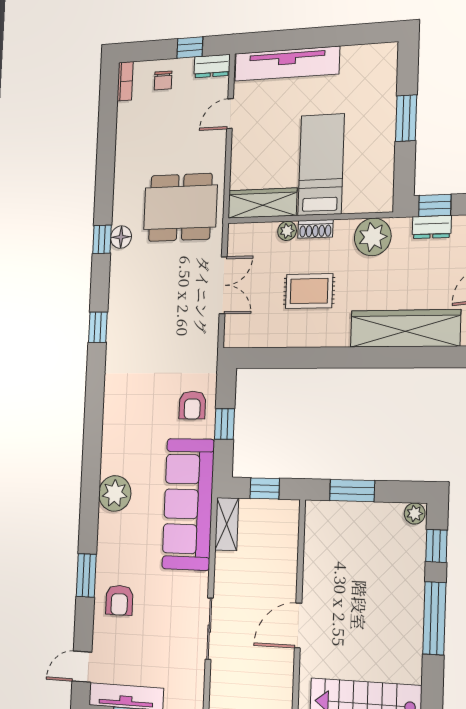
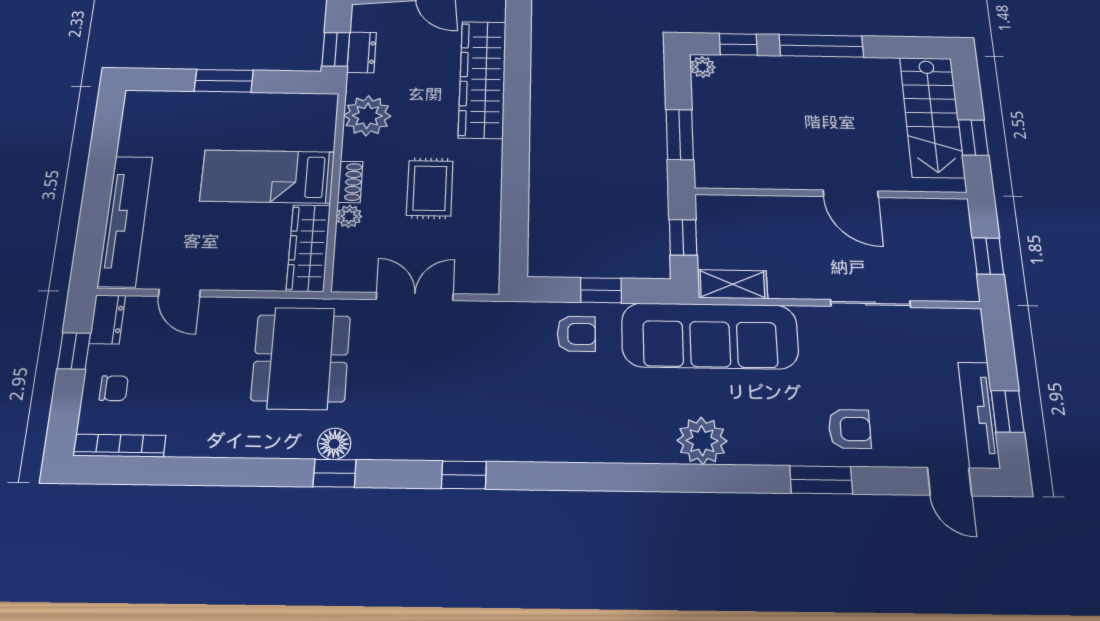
bookcase: (125, 81) -> (119, 446), width x1.56

